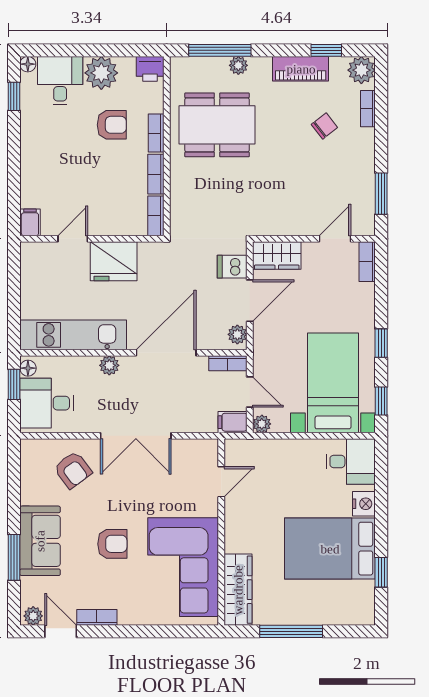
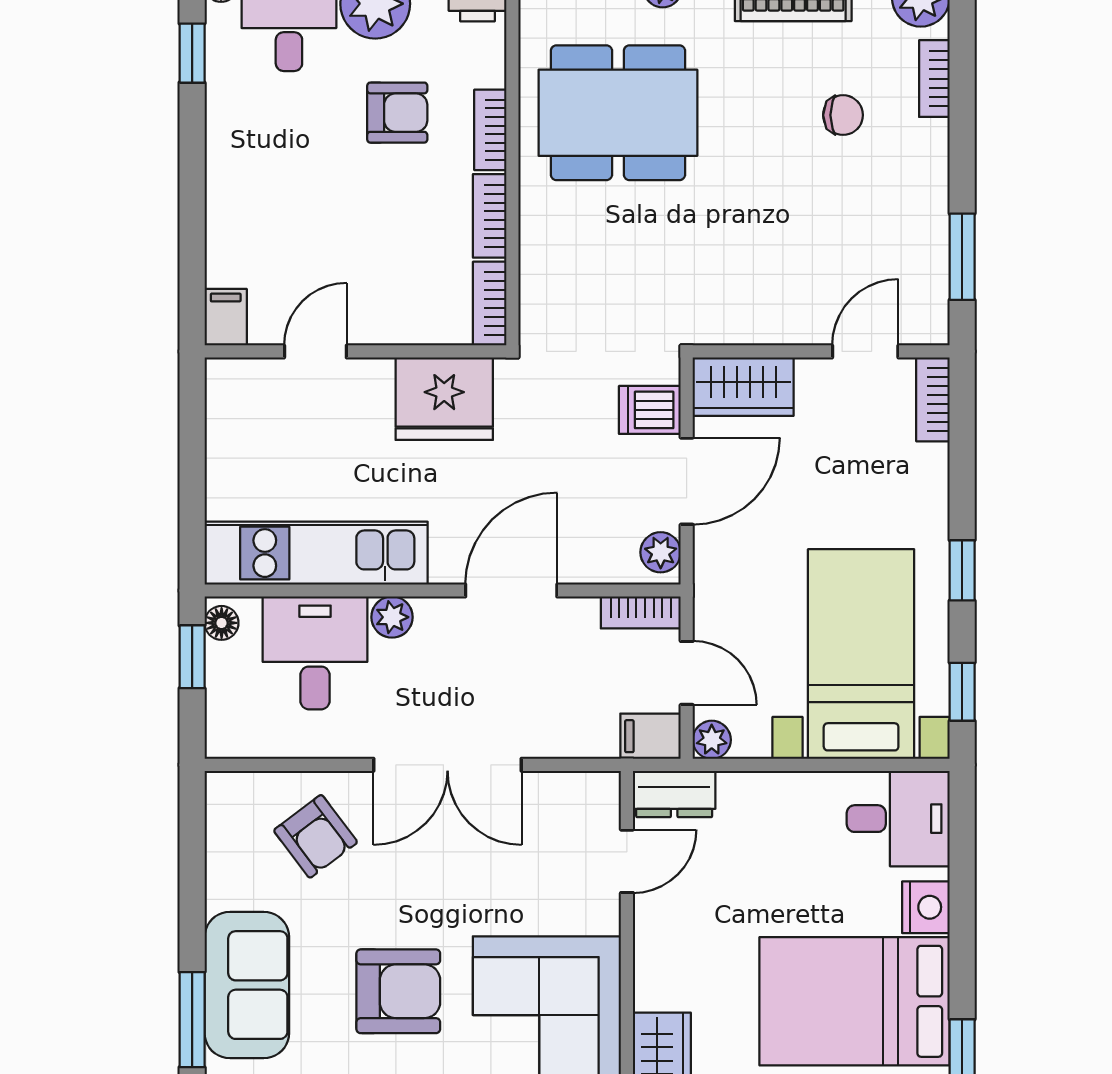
chair: (324, 126) -> (843, 115), turned 38
fridge: (114, 261) -> (444, 399), moved
door: (166, 353) -> (511, 590), width x0.73
desk: (47, 403) -> (315, 653), moved, turned 90
dresser: (244, 450) -> (674, 794), added
armchair: (112, 544) -> (398, 991), width x1.38, depth x1.38

